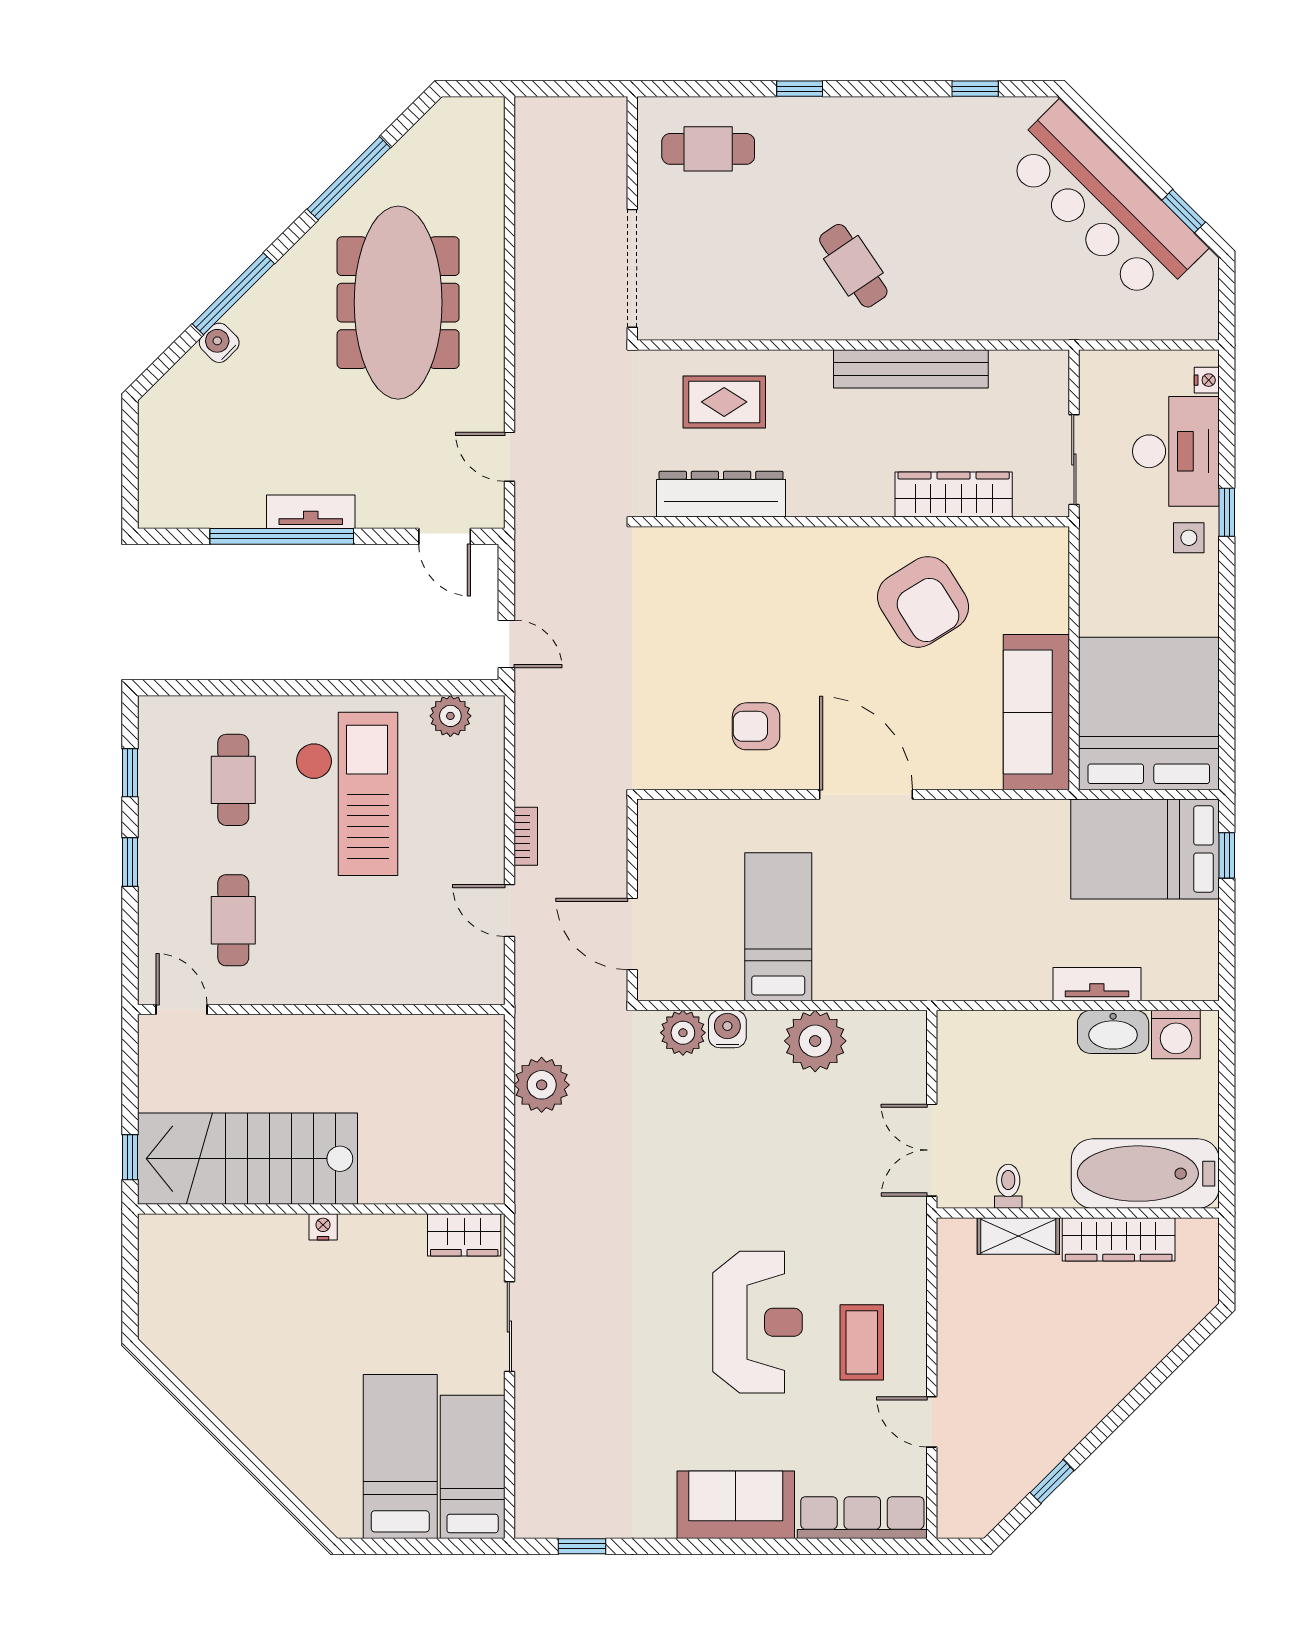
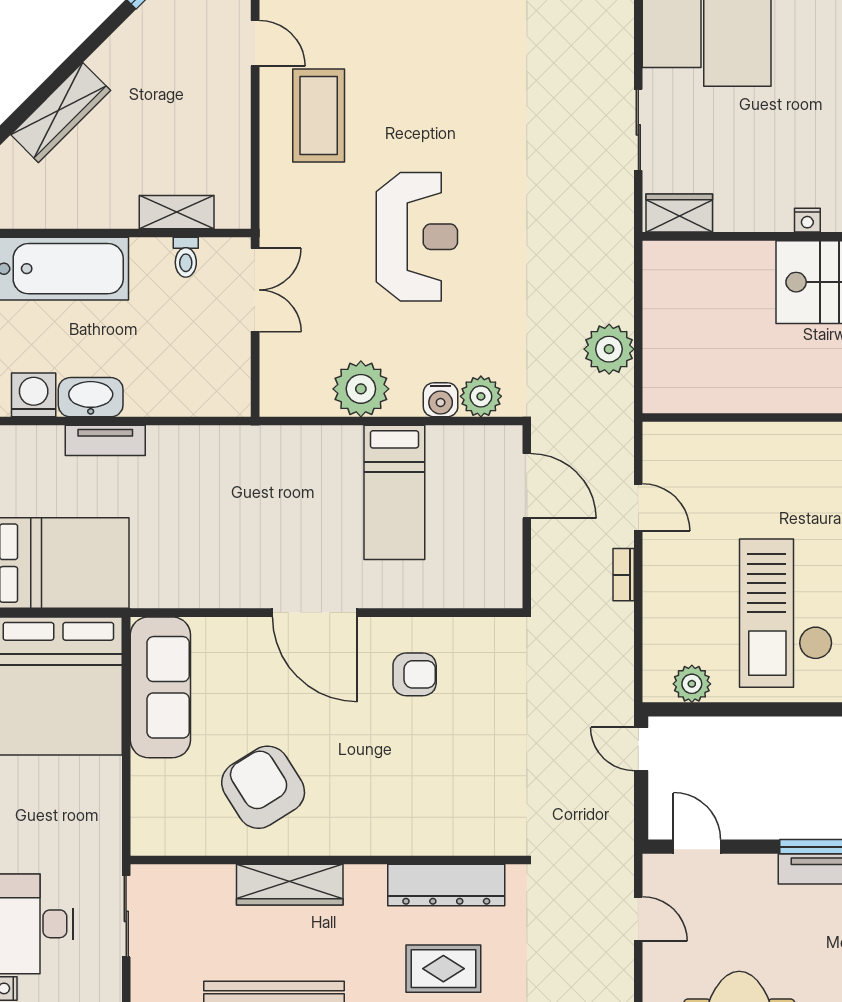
wardrobe: (954, 494) -> (290, 885), moved
side table: (1189, 538) -> (22, 845), removed
wardrobe: (1119, 1239) -> (61, 112), moved, turned 135
reception desk: (758, 1322) -> (417, 237), moved, turned 180
coffee table: (862, 1342) -> (319, 116), width x1.36, depth x1.32

